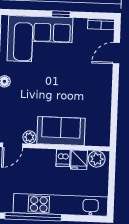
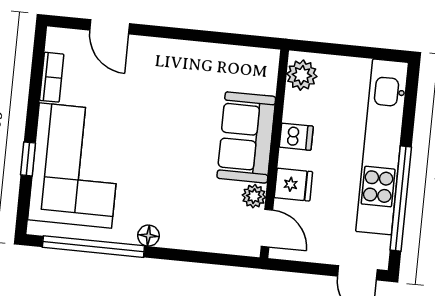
window: (61, 14) -> (28, 159), moved
bookcase: (101, 24) -> (52, 77), moved
fridge: (79, 160) -> (293, 185), moved

